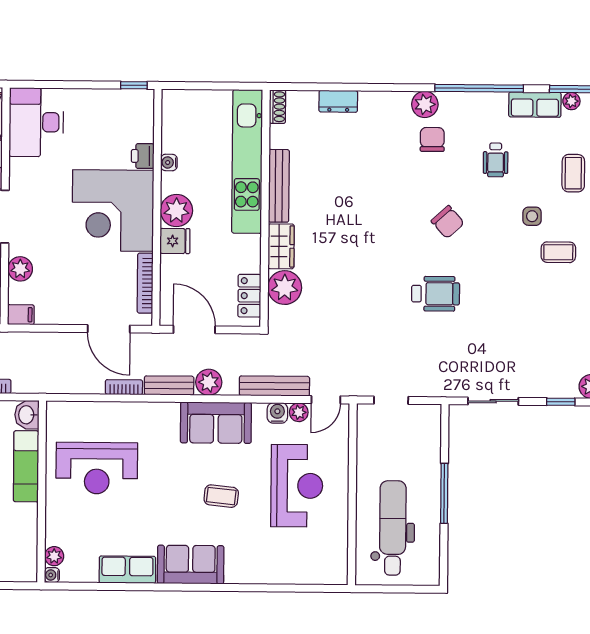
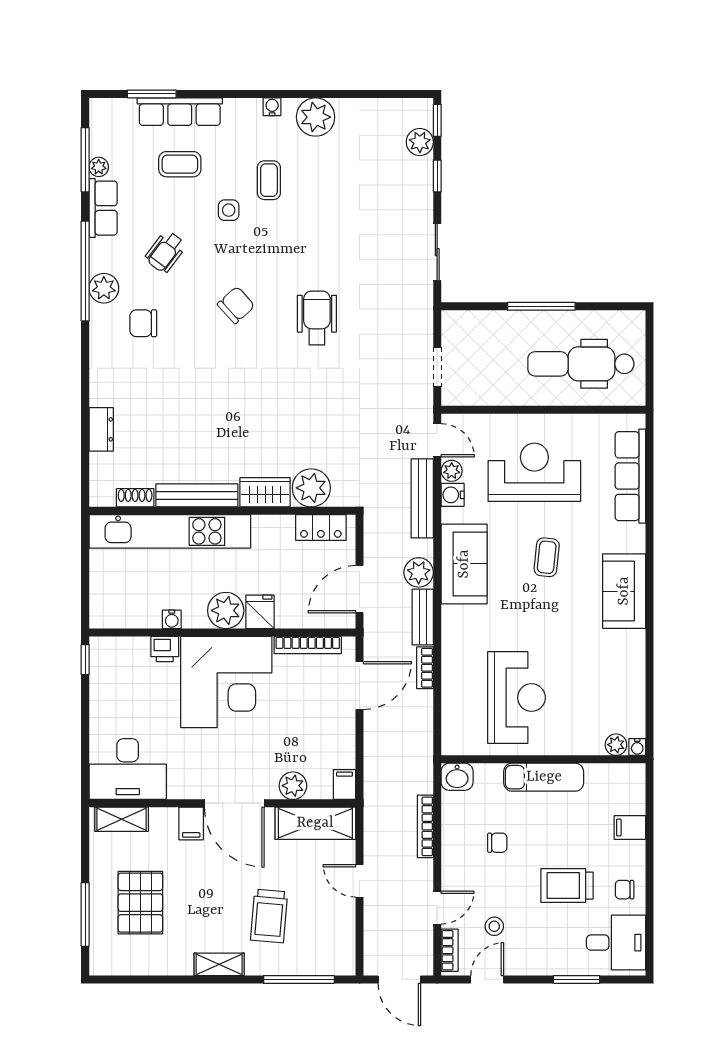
plant: (425, 104) -> (104, 288), moved
shoe rack: (277, 107) -> (135, 498), moved
wheelchair: (496, 160) -> (166, 252), turned 127
exam couch: (26, 466) -> (544, 777), moved
row of seats: (127, 570) -> (630, 476), moved, width x1.48

